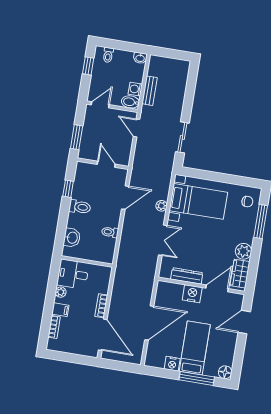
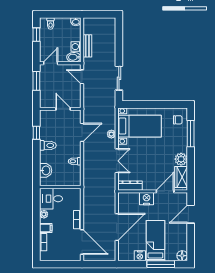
window: (77, 137) -> (36, 81), moved
dresser: (187, 276) -> (130, 186), moved

